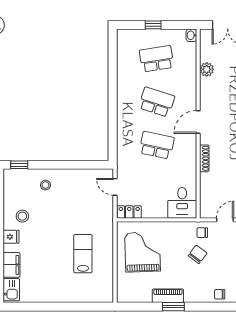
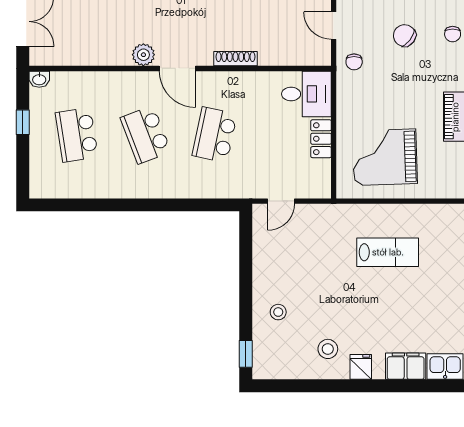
window: (153, 25) -> (23, 122), moved
plant: (207, 69) -> (143, 55), moved
school desk: (157, 102) -> (146, 135), turned -39
locker: (129, 212) -> (321, 139), moved
lab bench: (83, 254) -> (388, 252), turned 180
chair: (198, 254) -> (405, 36), moved

